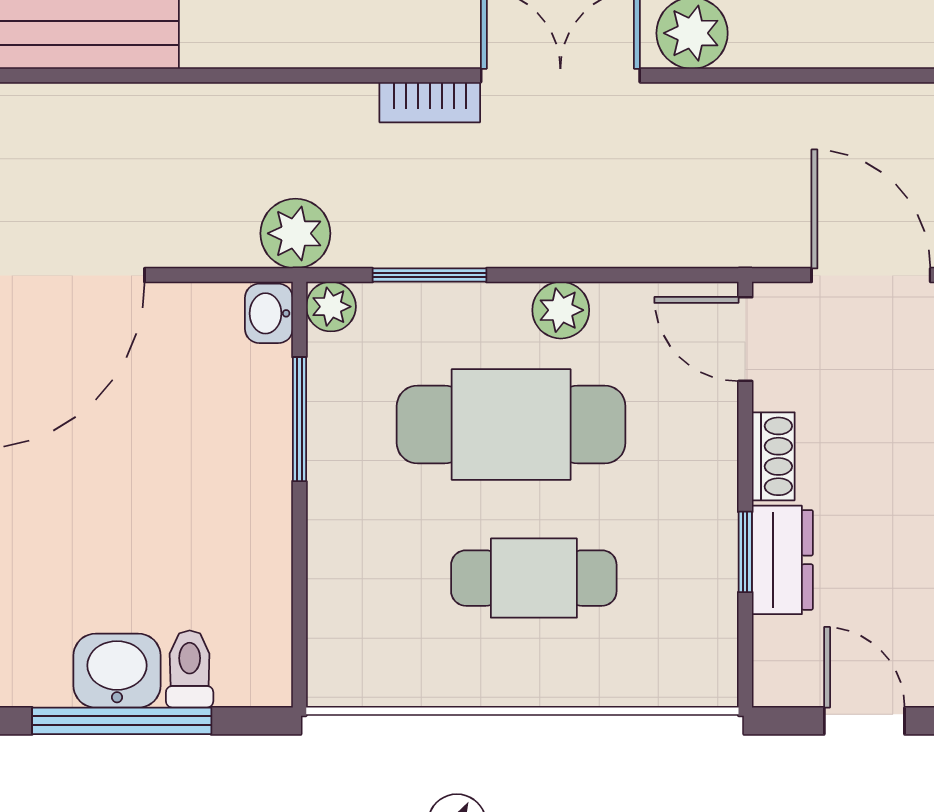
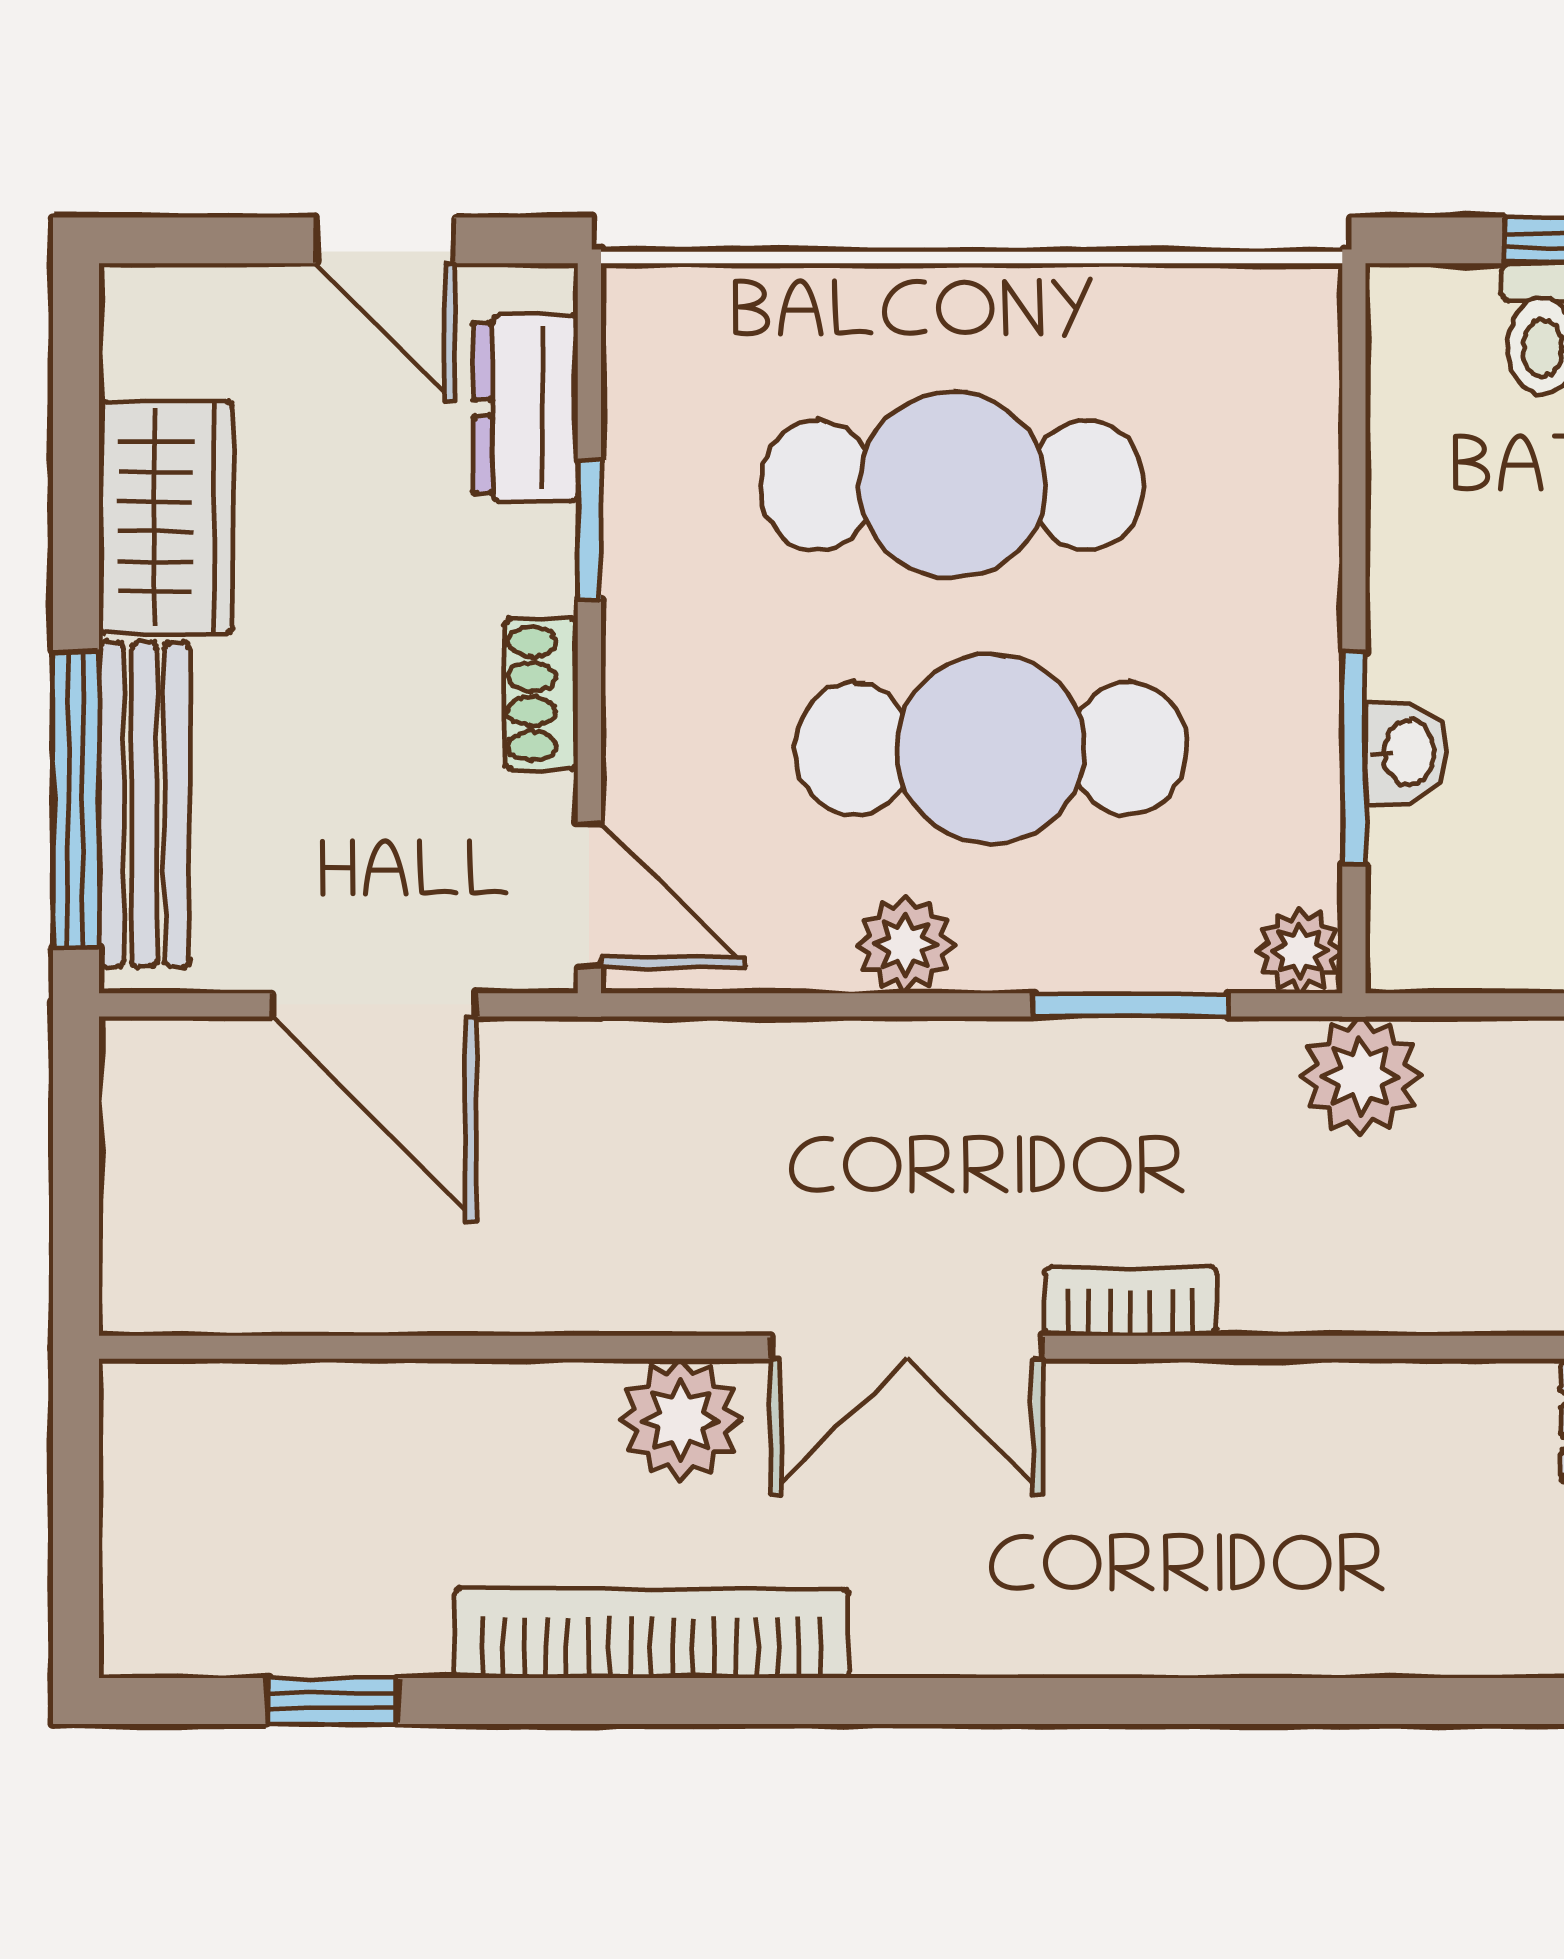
washbasin: (269, 313) -> (1406, 753), moved
dresser: (782, 560) -> (526, 408), moved
cafe table: (534, 578) -> (952, 485), width x1.37, depth x1.35

